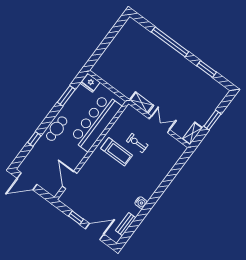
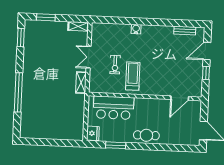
window: (207, 69) -> (21, 38), moved
window: (212, 120) -> (46, 17), moved
bar counter: (96, 122) -> (114, 108), width x0.73
window: (34, 139) -> (166, 147), removed
water cooler: (141, 203) -> (136, 29), moved
door: (95, 232) -> (207, 51), hinge flipped

